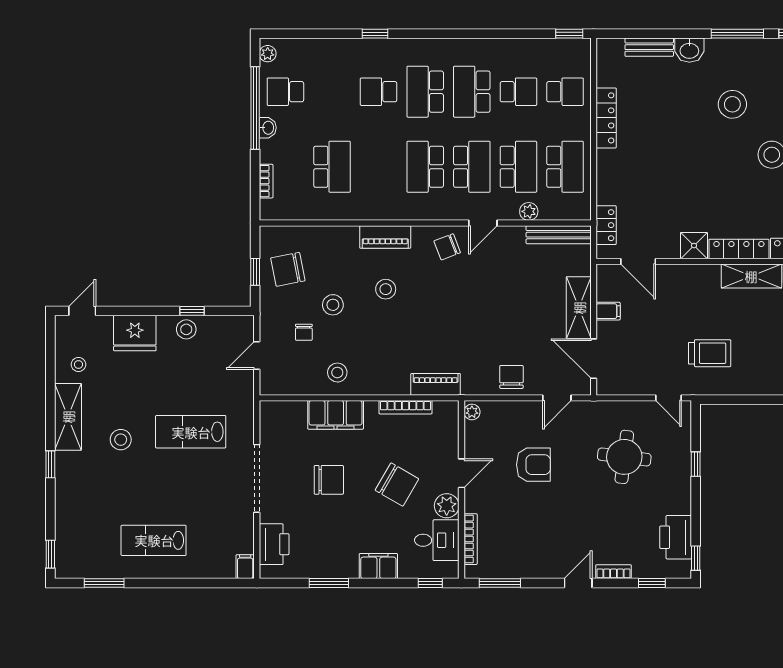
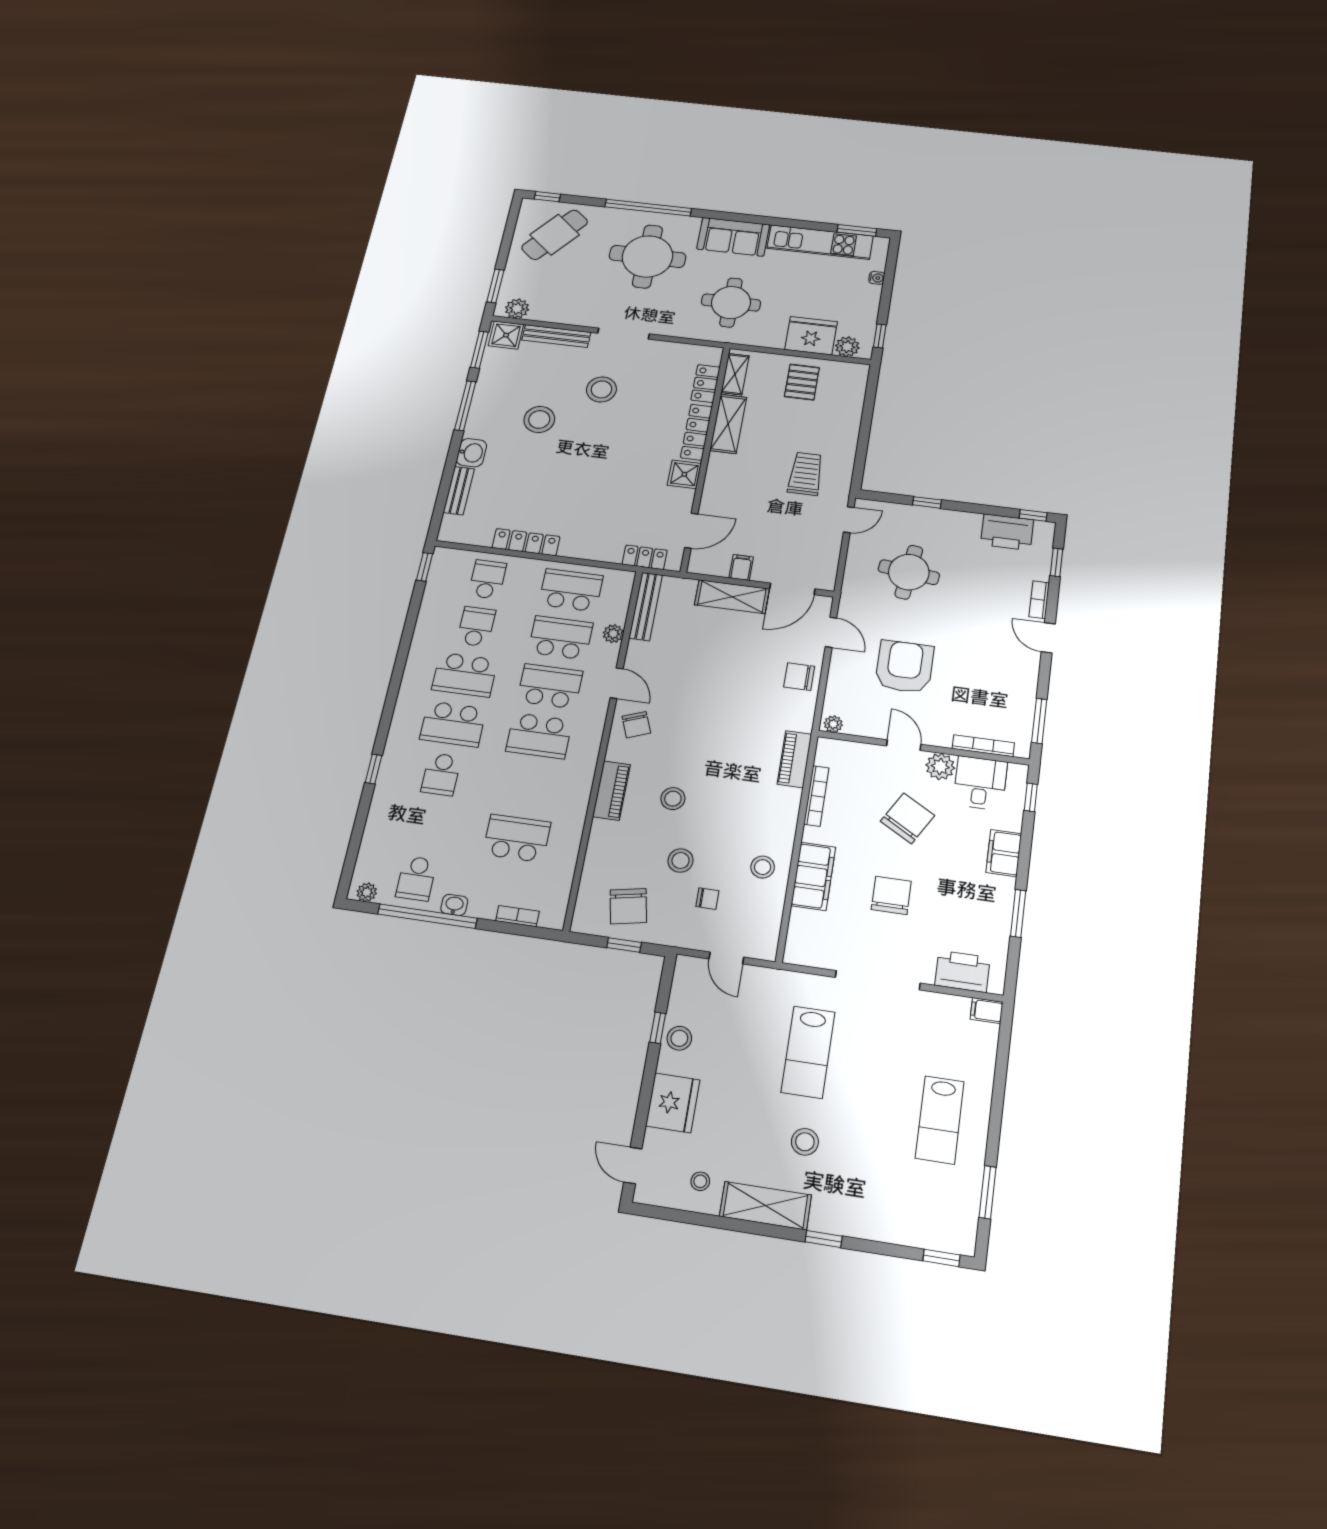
armchair: (533, 465) -> (904, 667), width x1.36, depth x1.36

